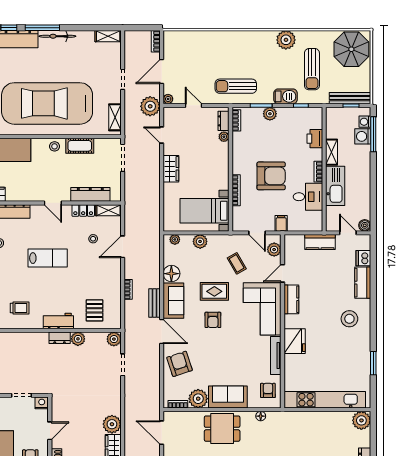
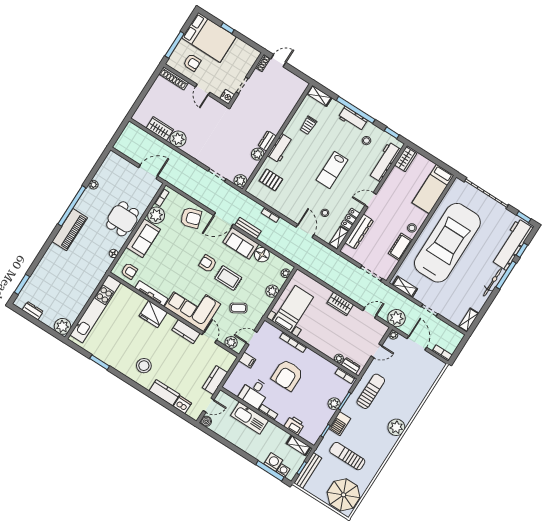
plant: (286, 40) -> (396, 427), moved
shelving: (331, 152) -> (298, 445), moved
rug: (214, 291) -> (228, 278), turned 90

